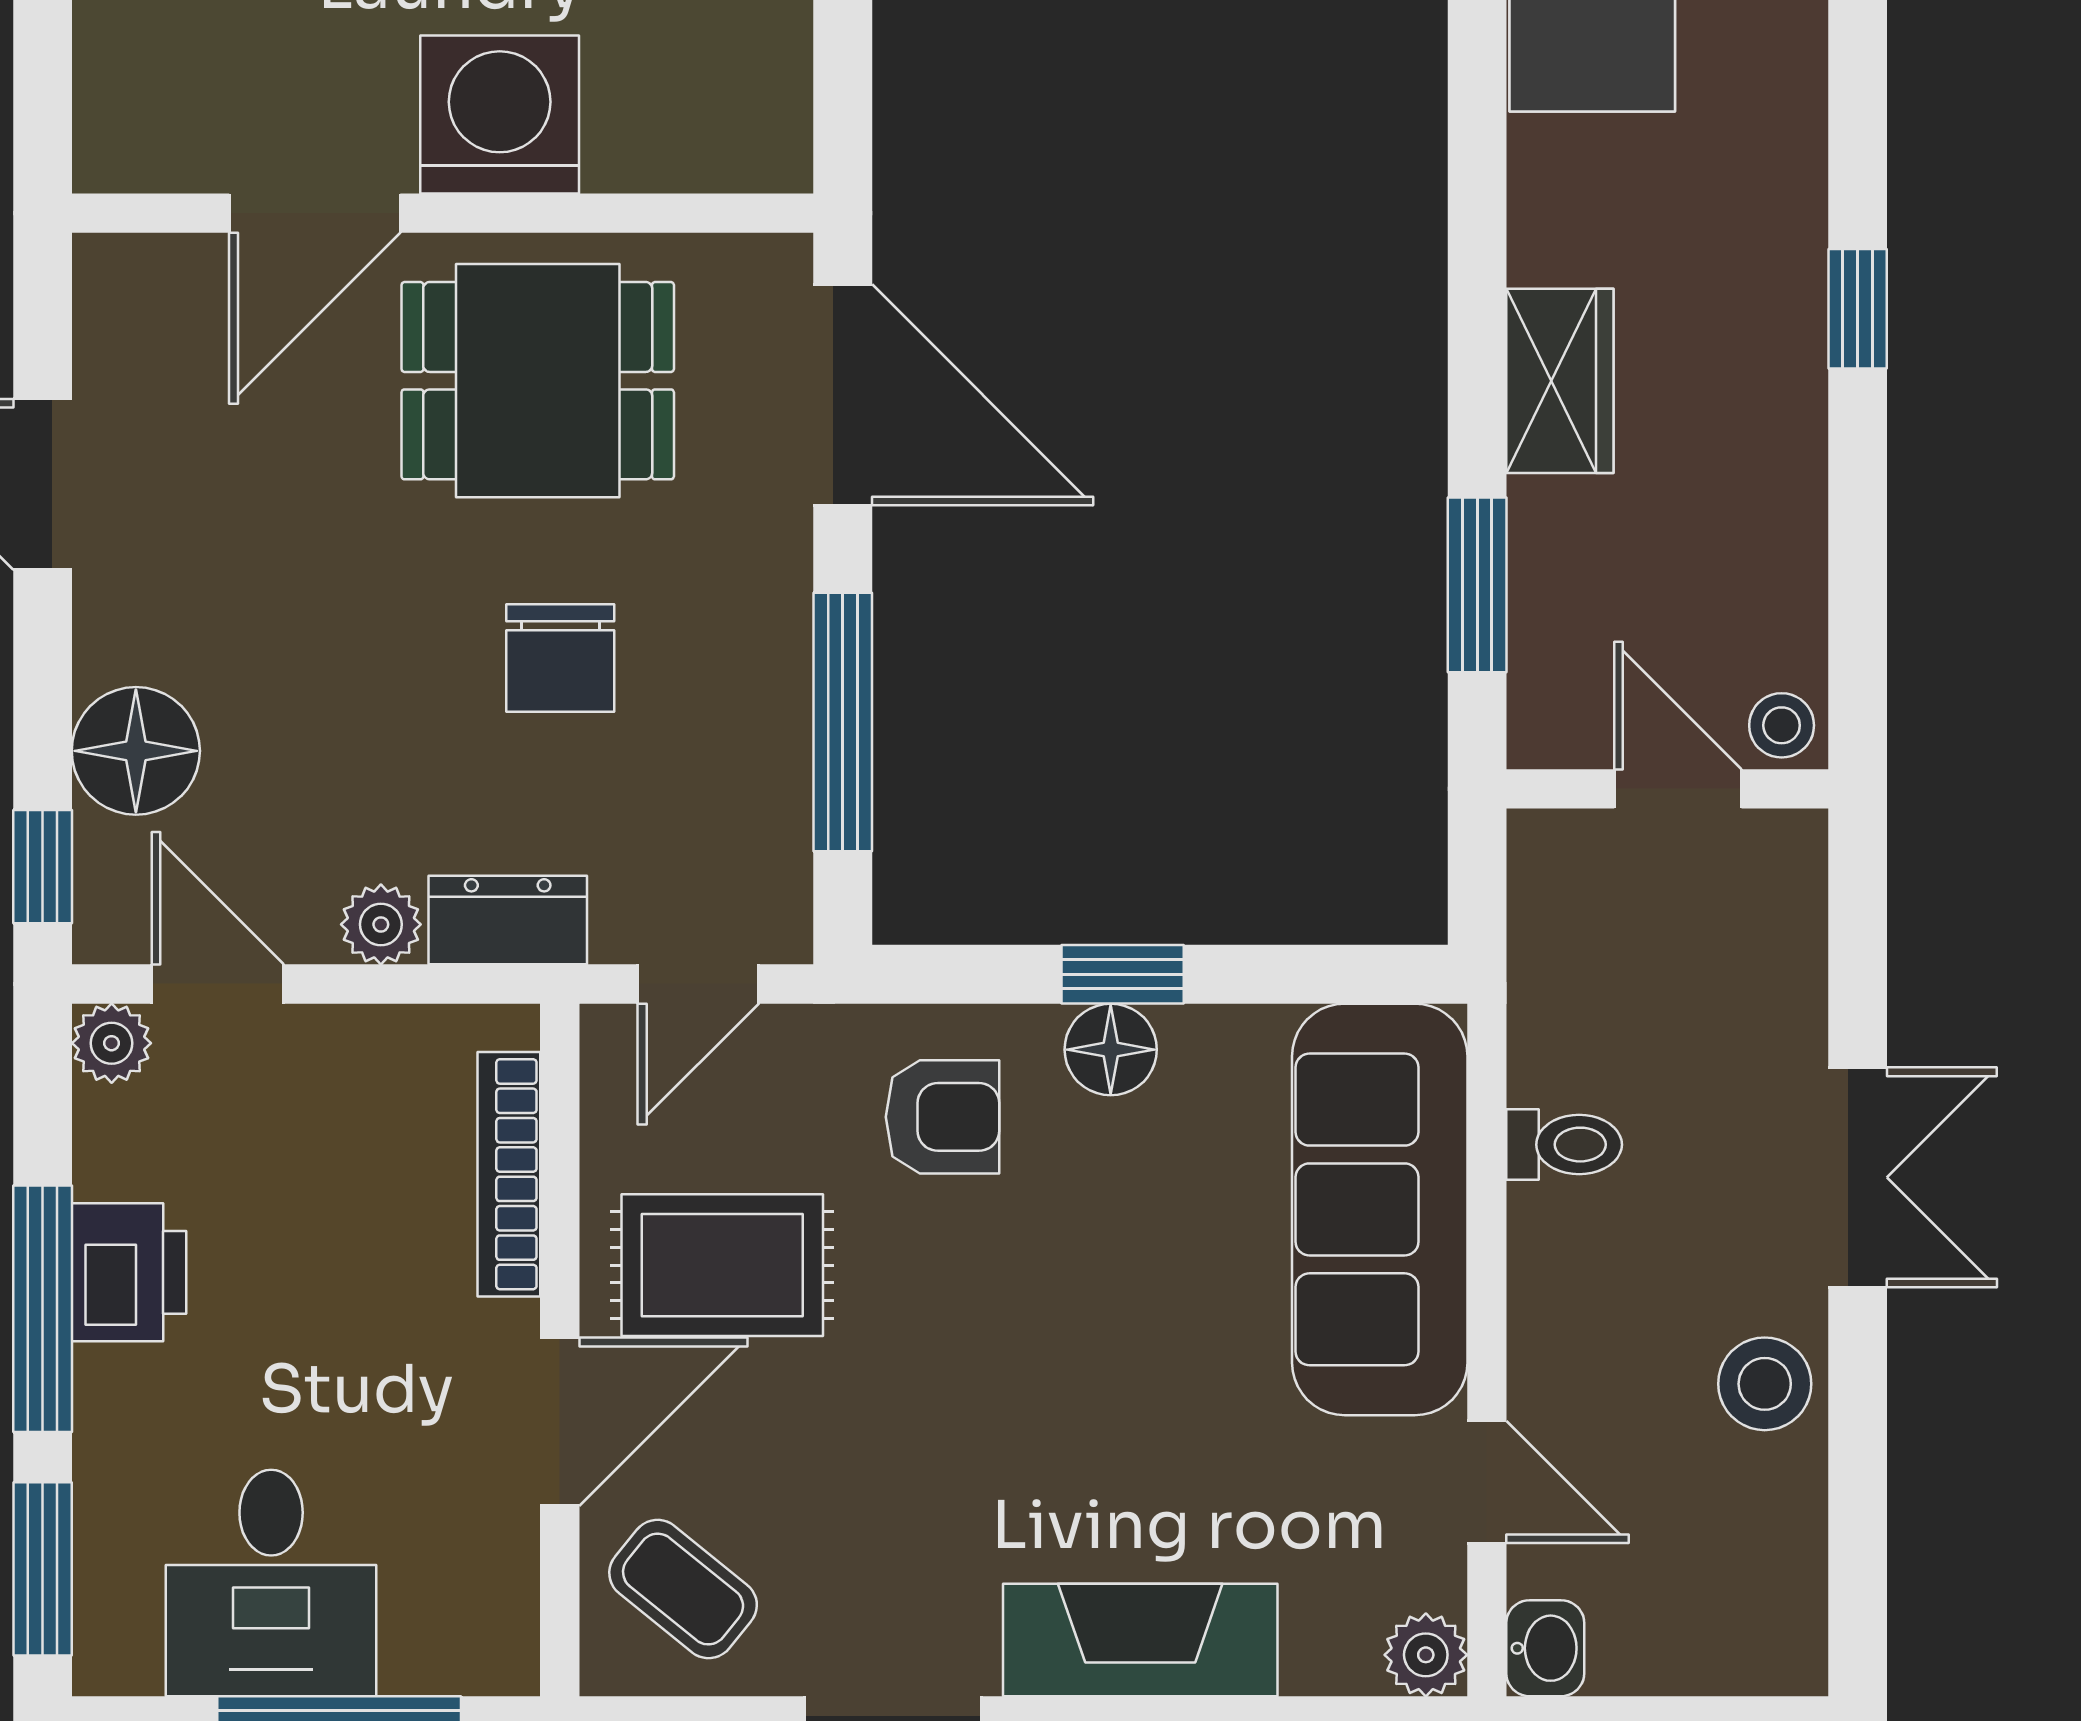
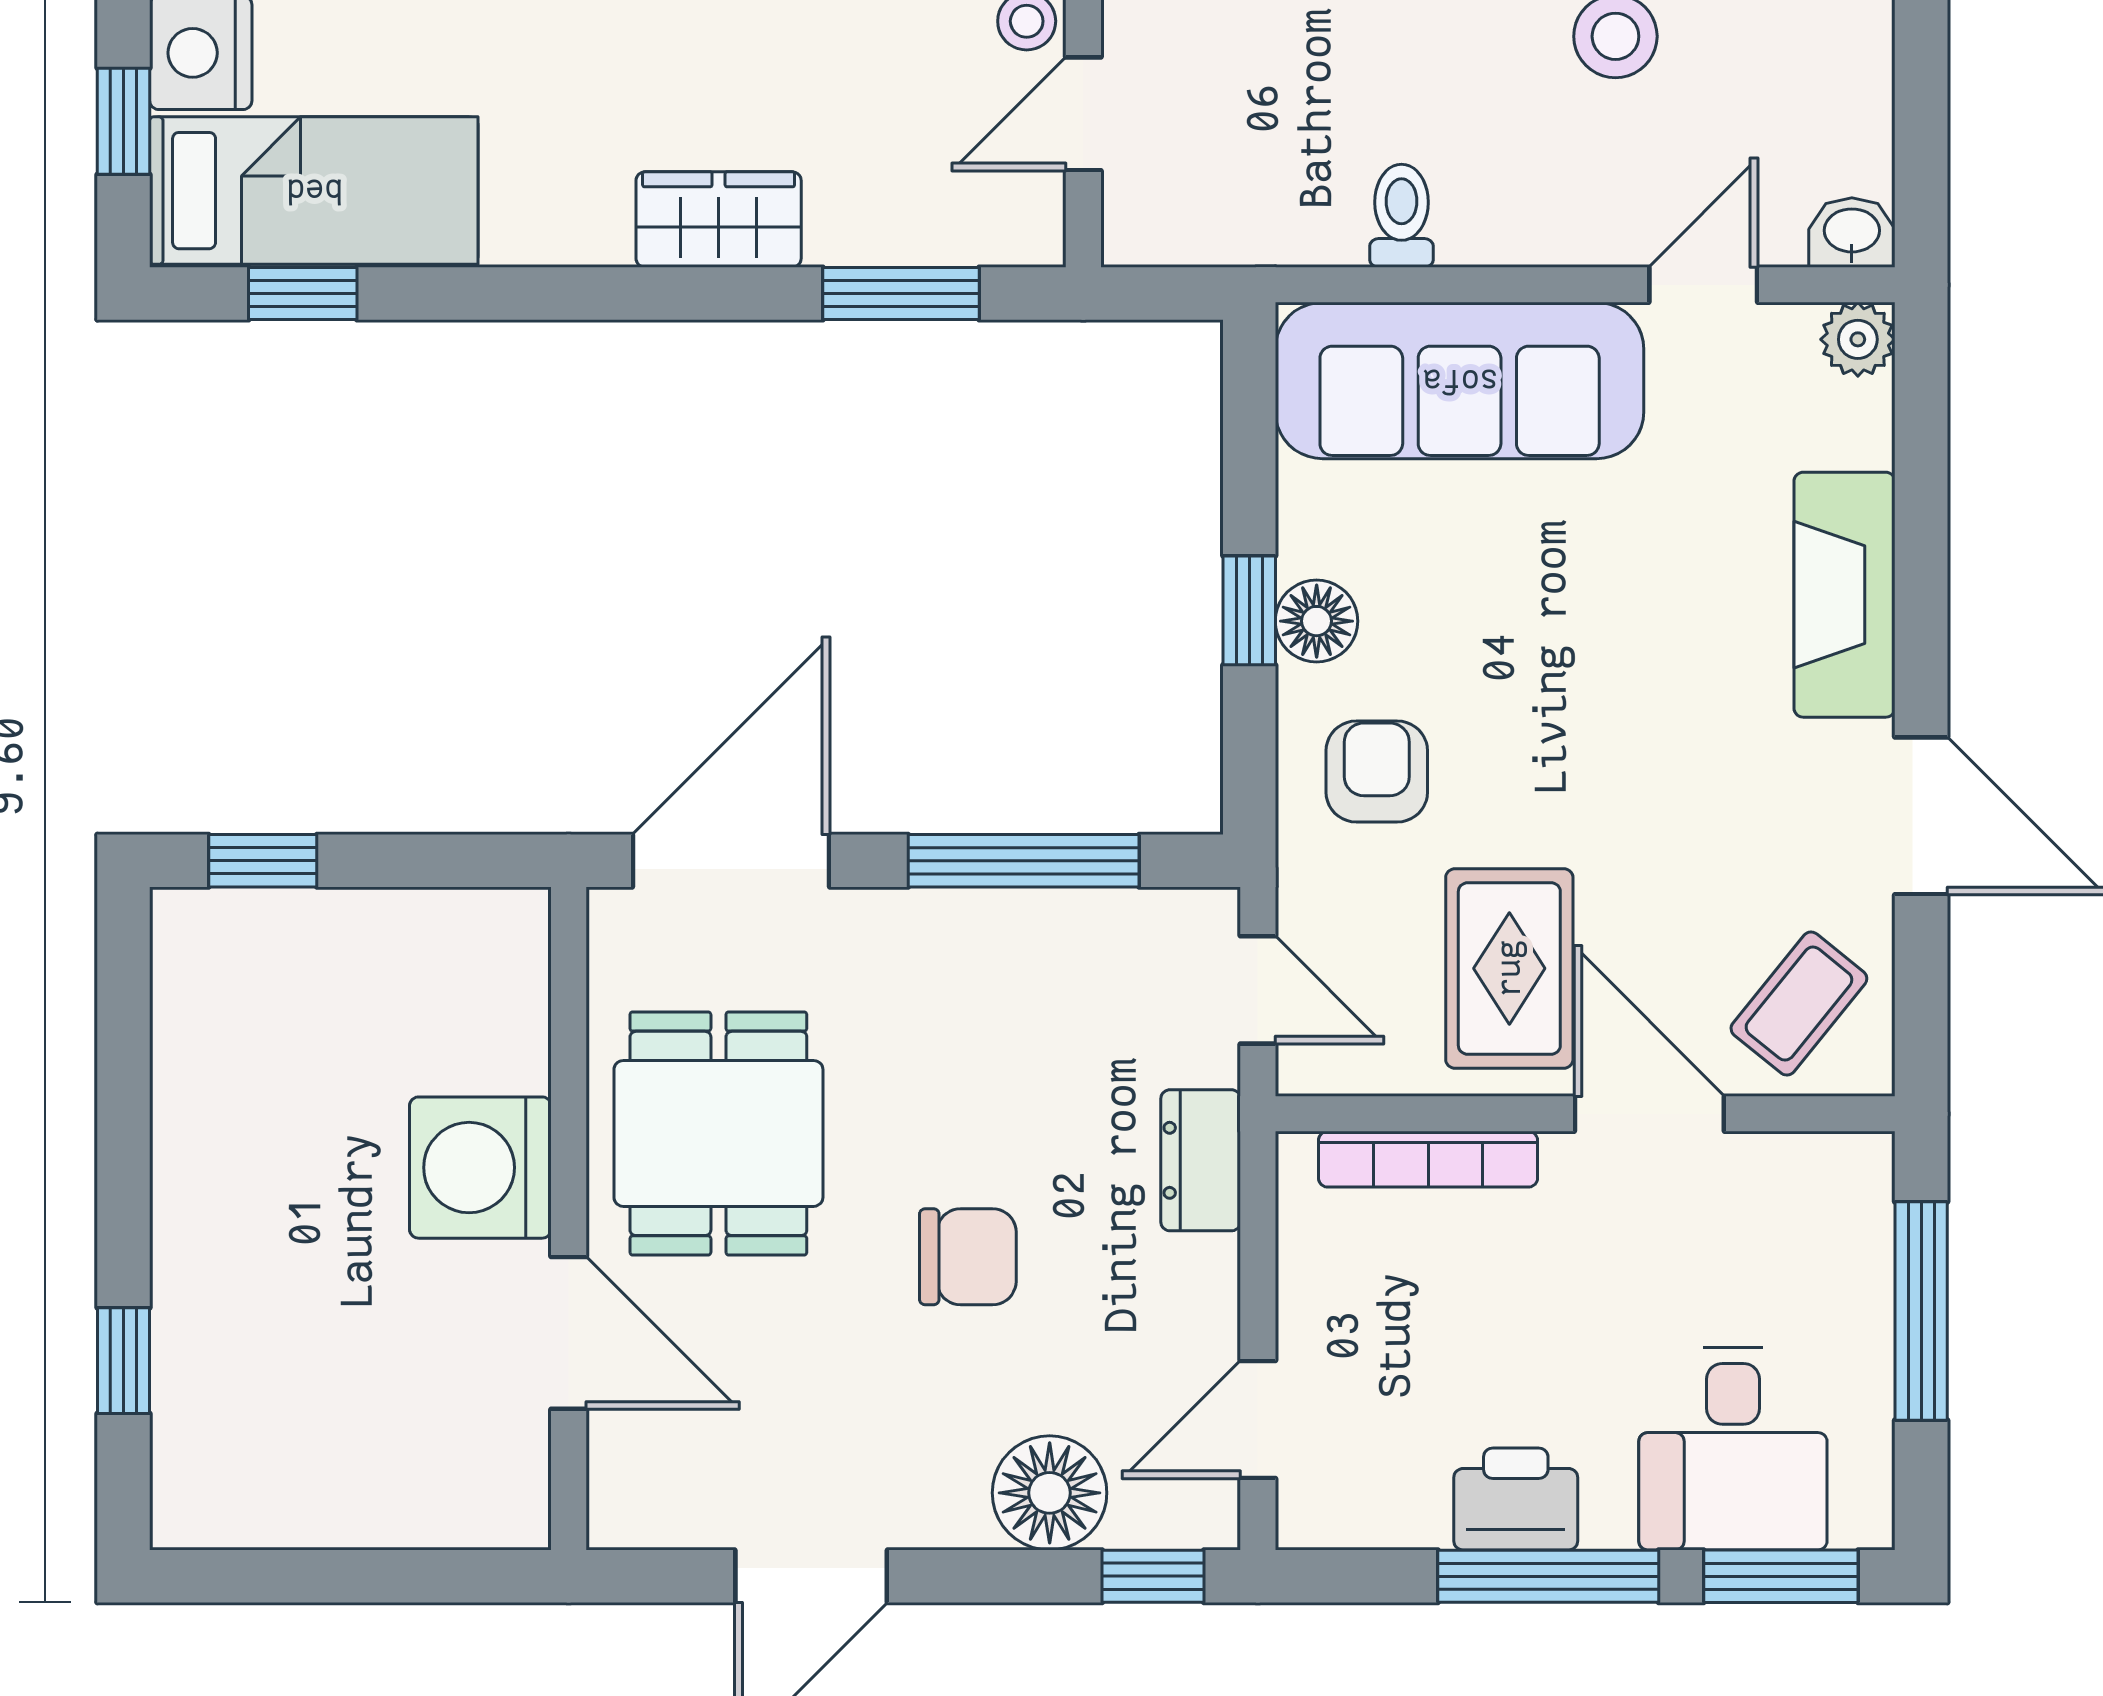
chair: (560, 658) -> (968, 1257), moved
plant: (381, 924) -> (1205, 1274), removed
plant: (112, 1043) -> (1311, 1515), removed
desk: (271, 1583) -> (1733, 1449), moved, turned 90

